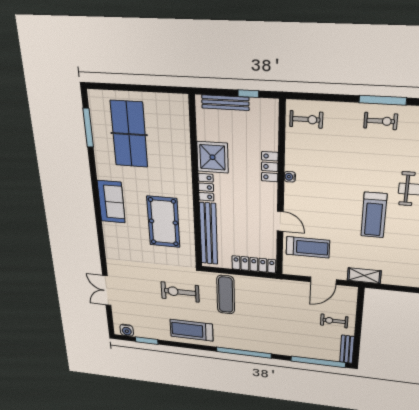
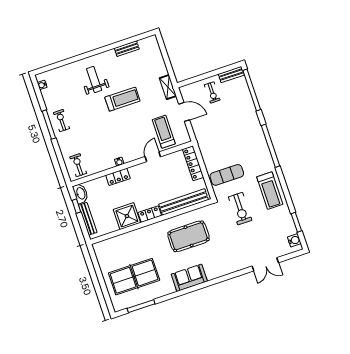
washbasin: (265, 107) -> (81, 193), added

